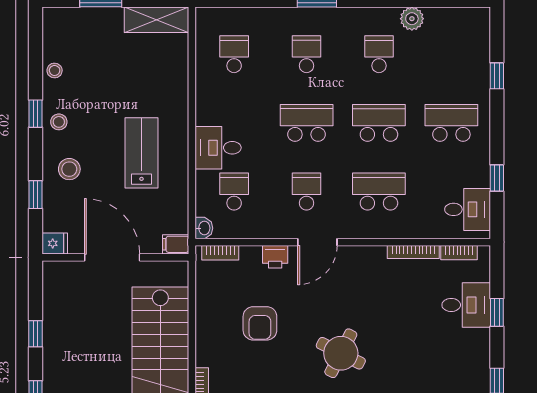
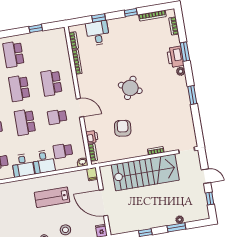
desk: (468, 209) -> (23, 165), moved, turned 180
door: (112, 257) -> (103, 203), hinge flipped
printer: (275, 257) -> (92, 137), moved
armchair: (260, 323) -> (123, 128), turned -83

